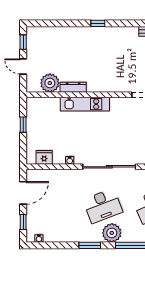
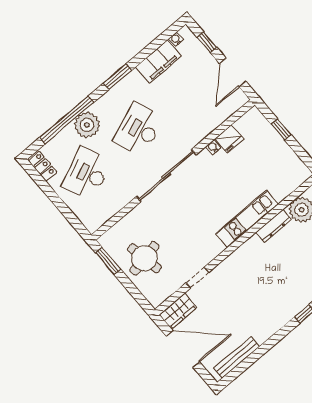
window: (23, 125) -> (281, 129), moved
fridge: (44, 157) -> (229, 139), moved
plant: (112, 233) -> (87, 125), moved
filing cabinet: (59, 234) -> (159, 61), added

